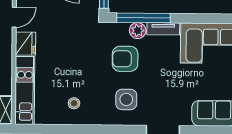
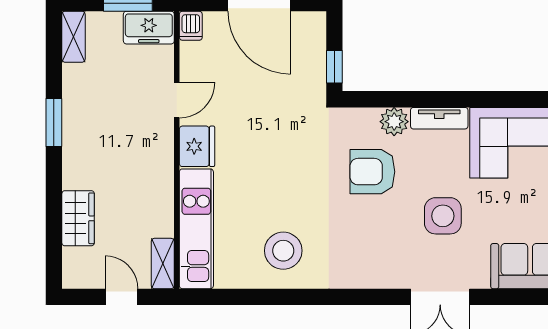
window: (143, 18) -> (404, 99), removed
side table: (126, 99) -> (443, 216), moved
stool: (74, 103) -> (283, 251), width x1.89, depth x1.89

